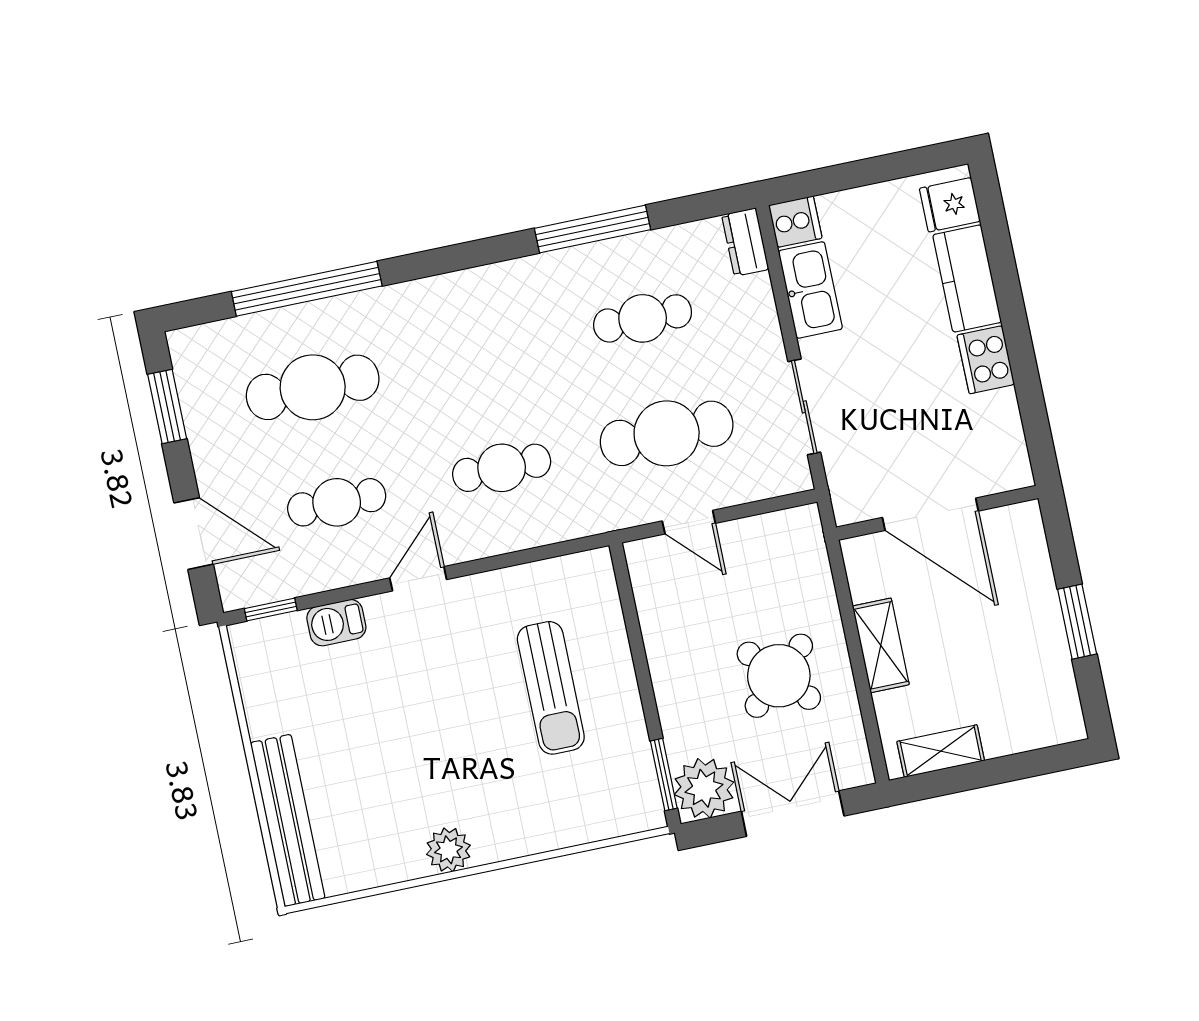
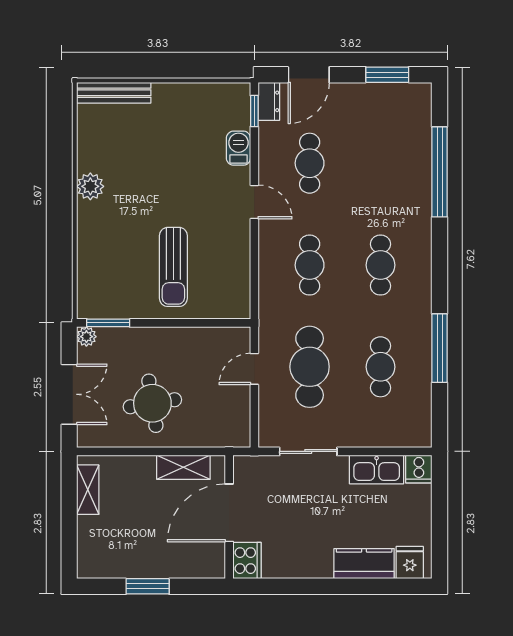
dresser: (745, 242) -> (269, 101), moved, turned 90
cooker: (986, 360) -> (247, 561), moved, turned 90
cafe table: (313, 387) -> (381, 265), moved, width x0.73, depth x0.74
shelving: (881, 645) -> (183, 467), moved
round table: (779, 676) -> (152, 403), turned 33
sun lounger: (551, 688) -> (173, 267), turned -90
plant: (704, 788) -> (86, 337), width x0.53, depth x0.53
bench: (288, 821) -> (114, 93), width x0.73, depth x0.82

